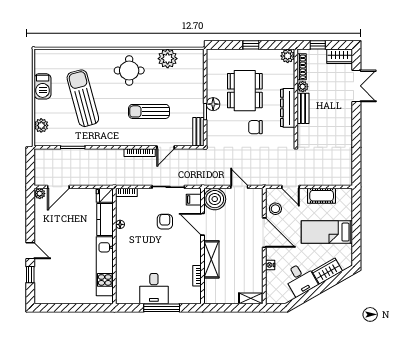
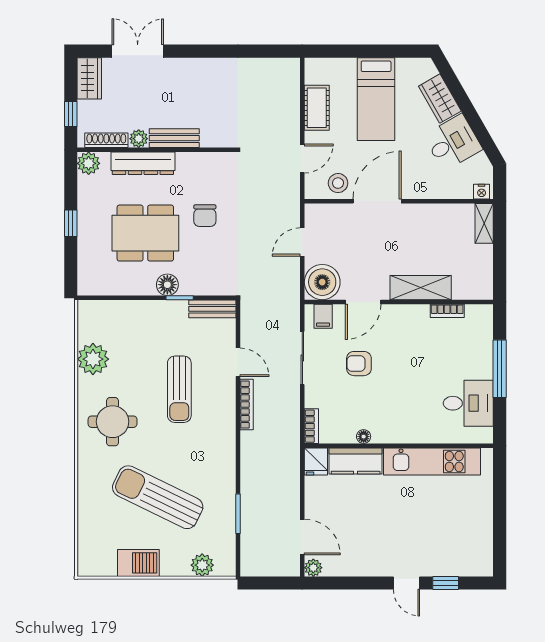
sun lounger: (83, 98) -> (158, 497), turned 41
dresser: (288, 108) -> (143, 163), moved
door: (30, 251) -> (406, 583), swing flipped
nightstand: (270, 265) -> (482, 192), moved
desk: (154, 289) -> (468, 403), moved

